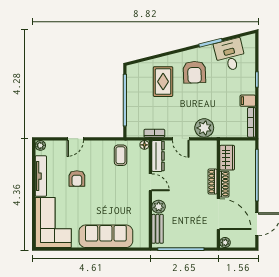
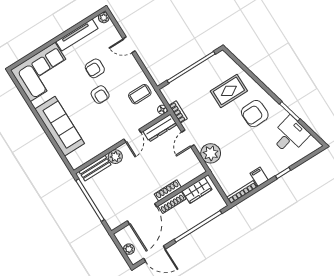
armchair: (101, 188) -> (100, 95), added
plant: (225, 243) -> (129, 249), moved

